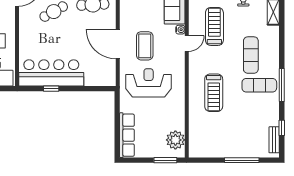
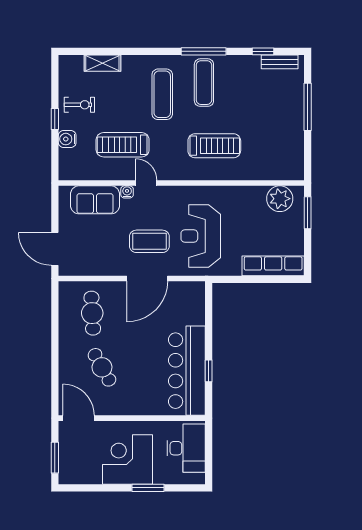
exercise mat: (251, 55) -> (162, 94), turned 90

